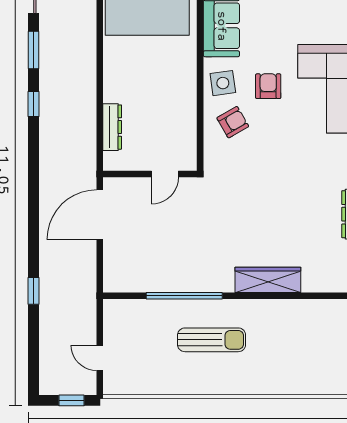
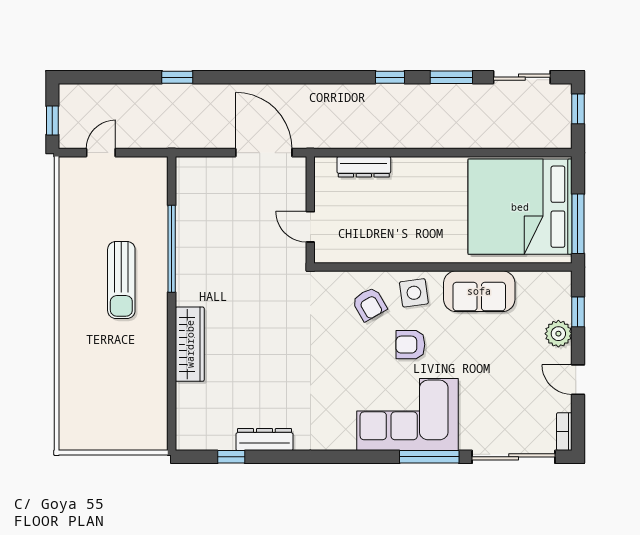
armchair: (268, 86) -> (410, 345), turned 180

